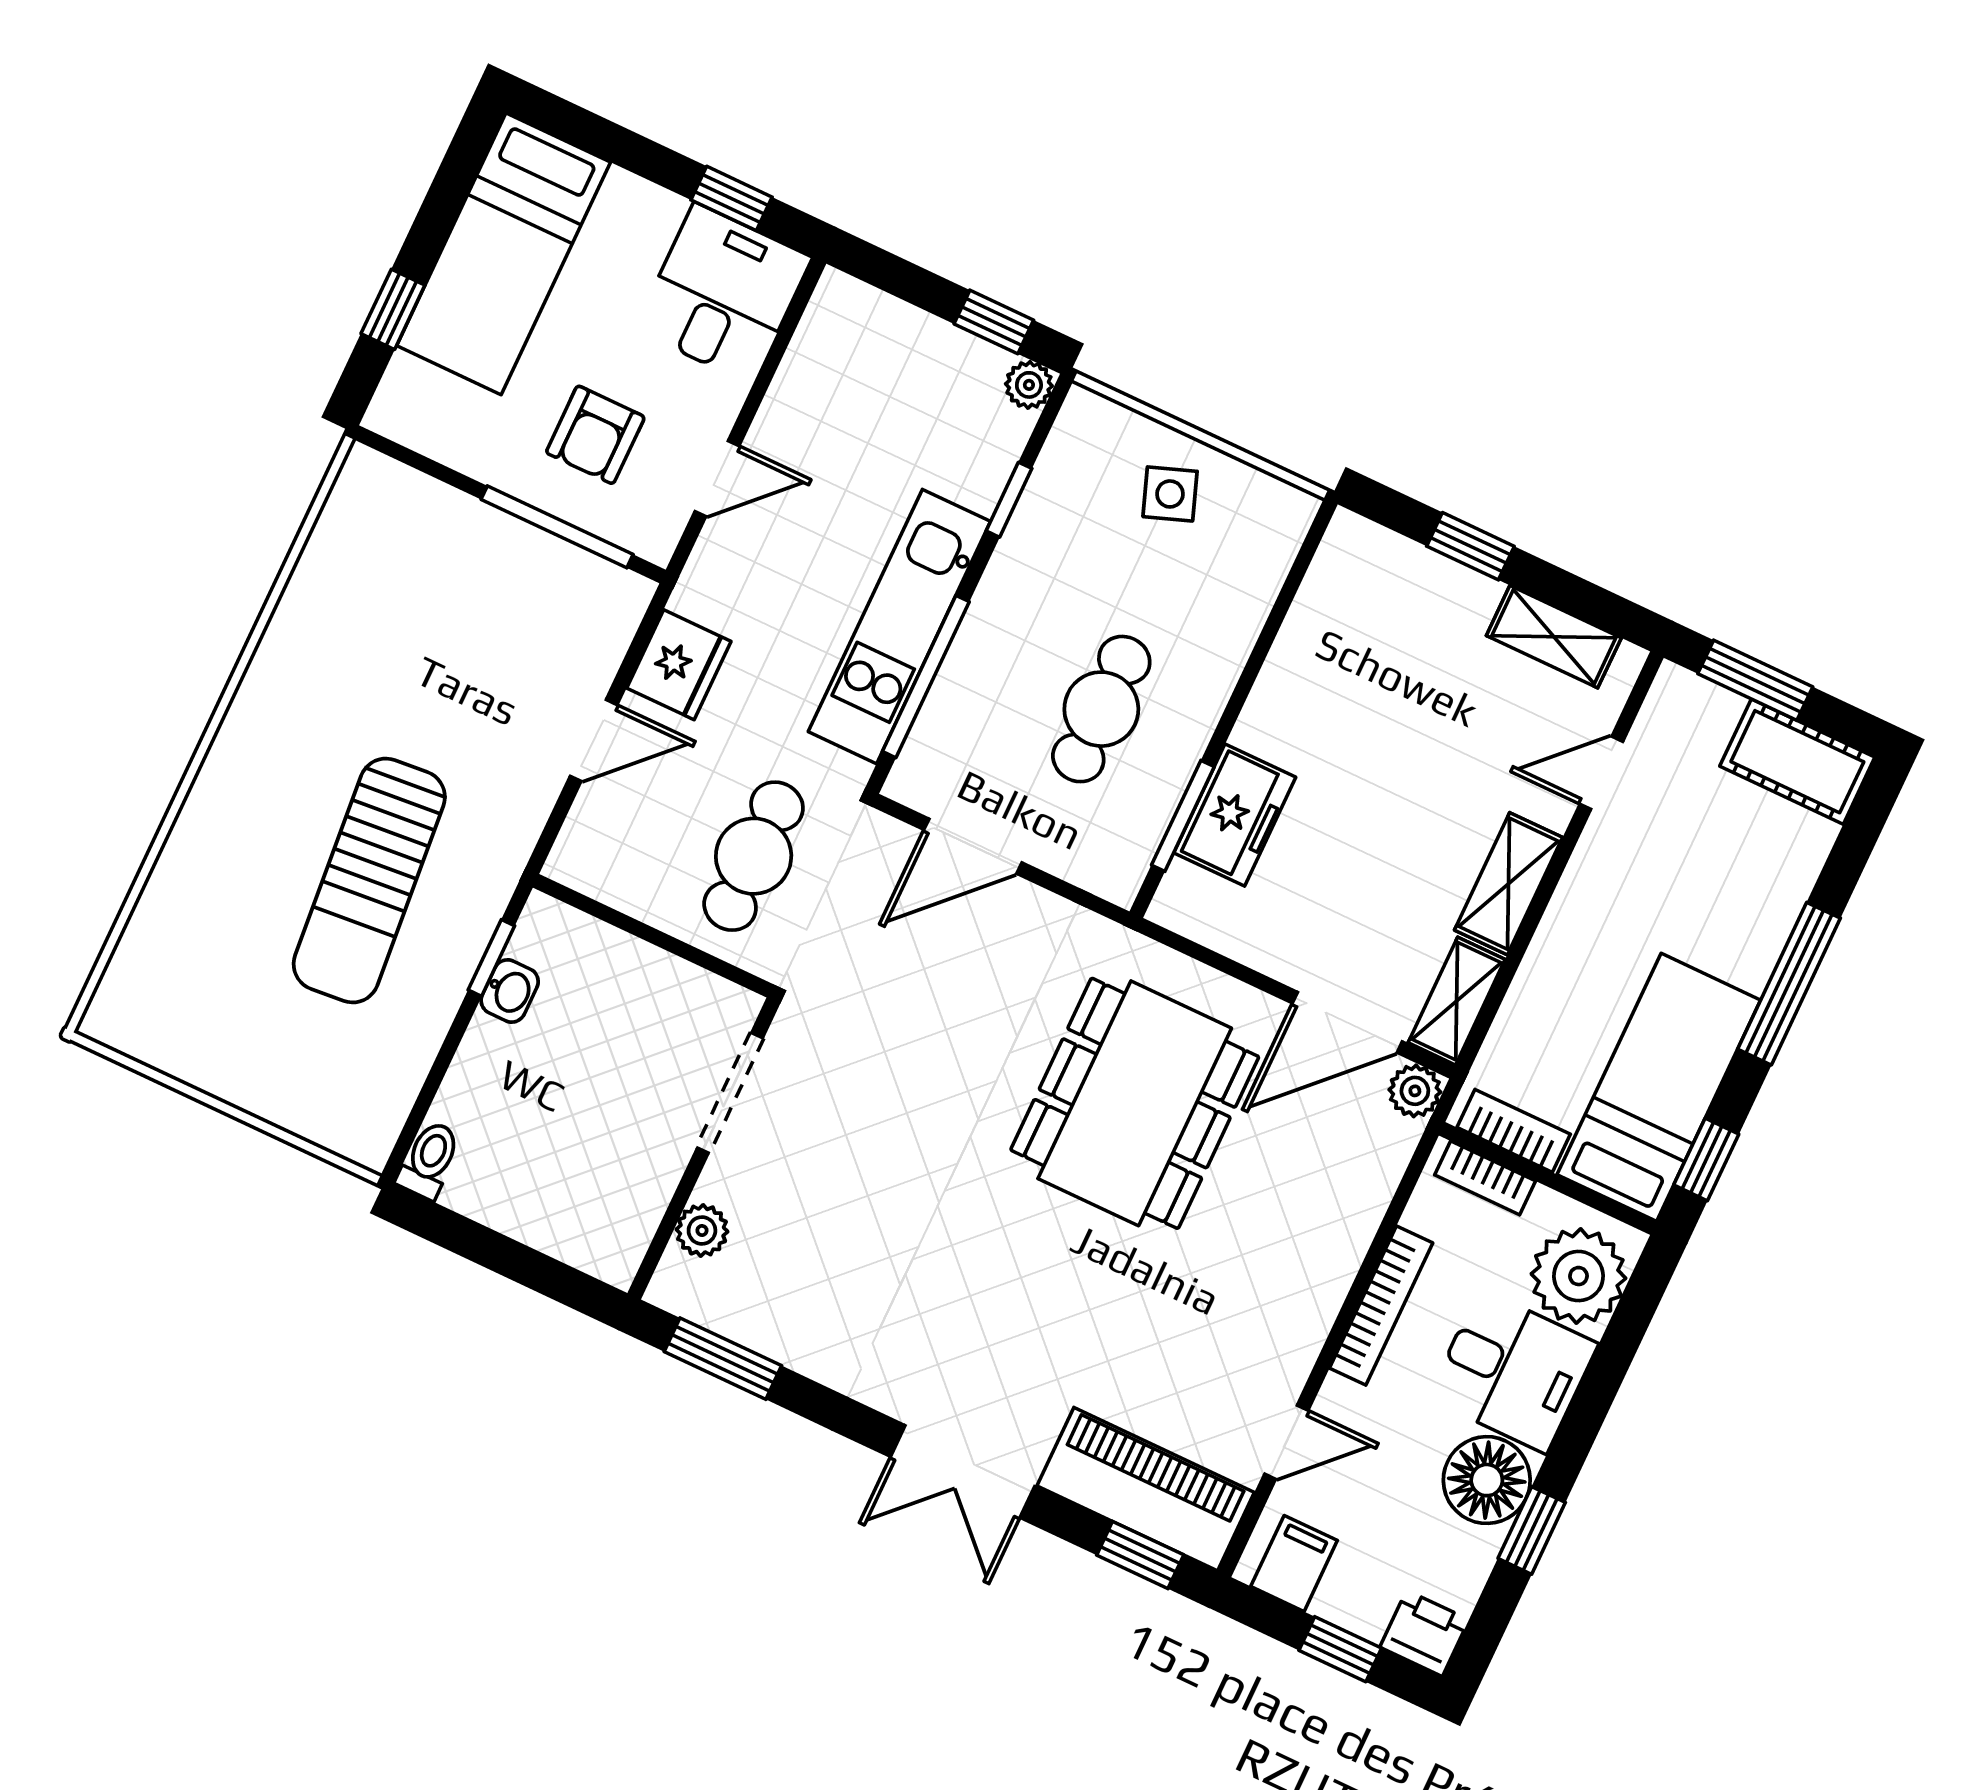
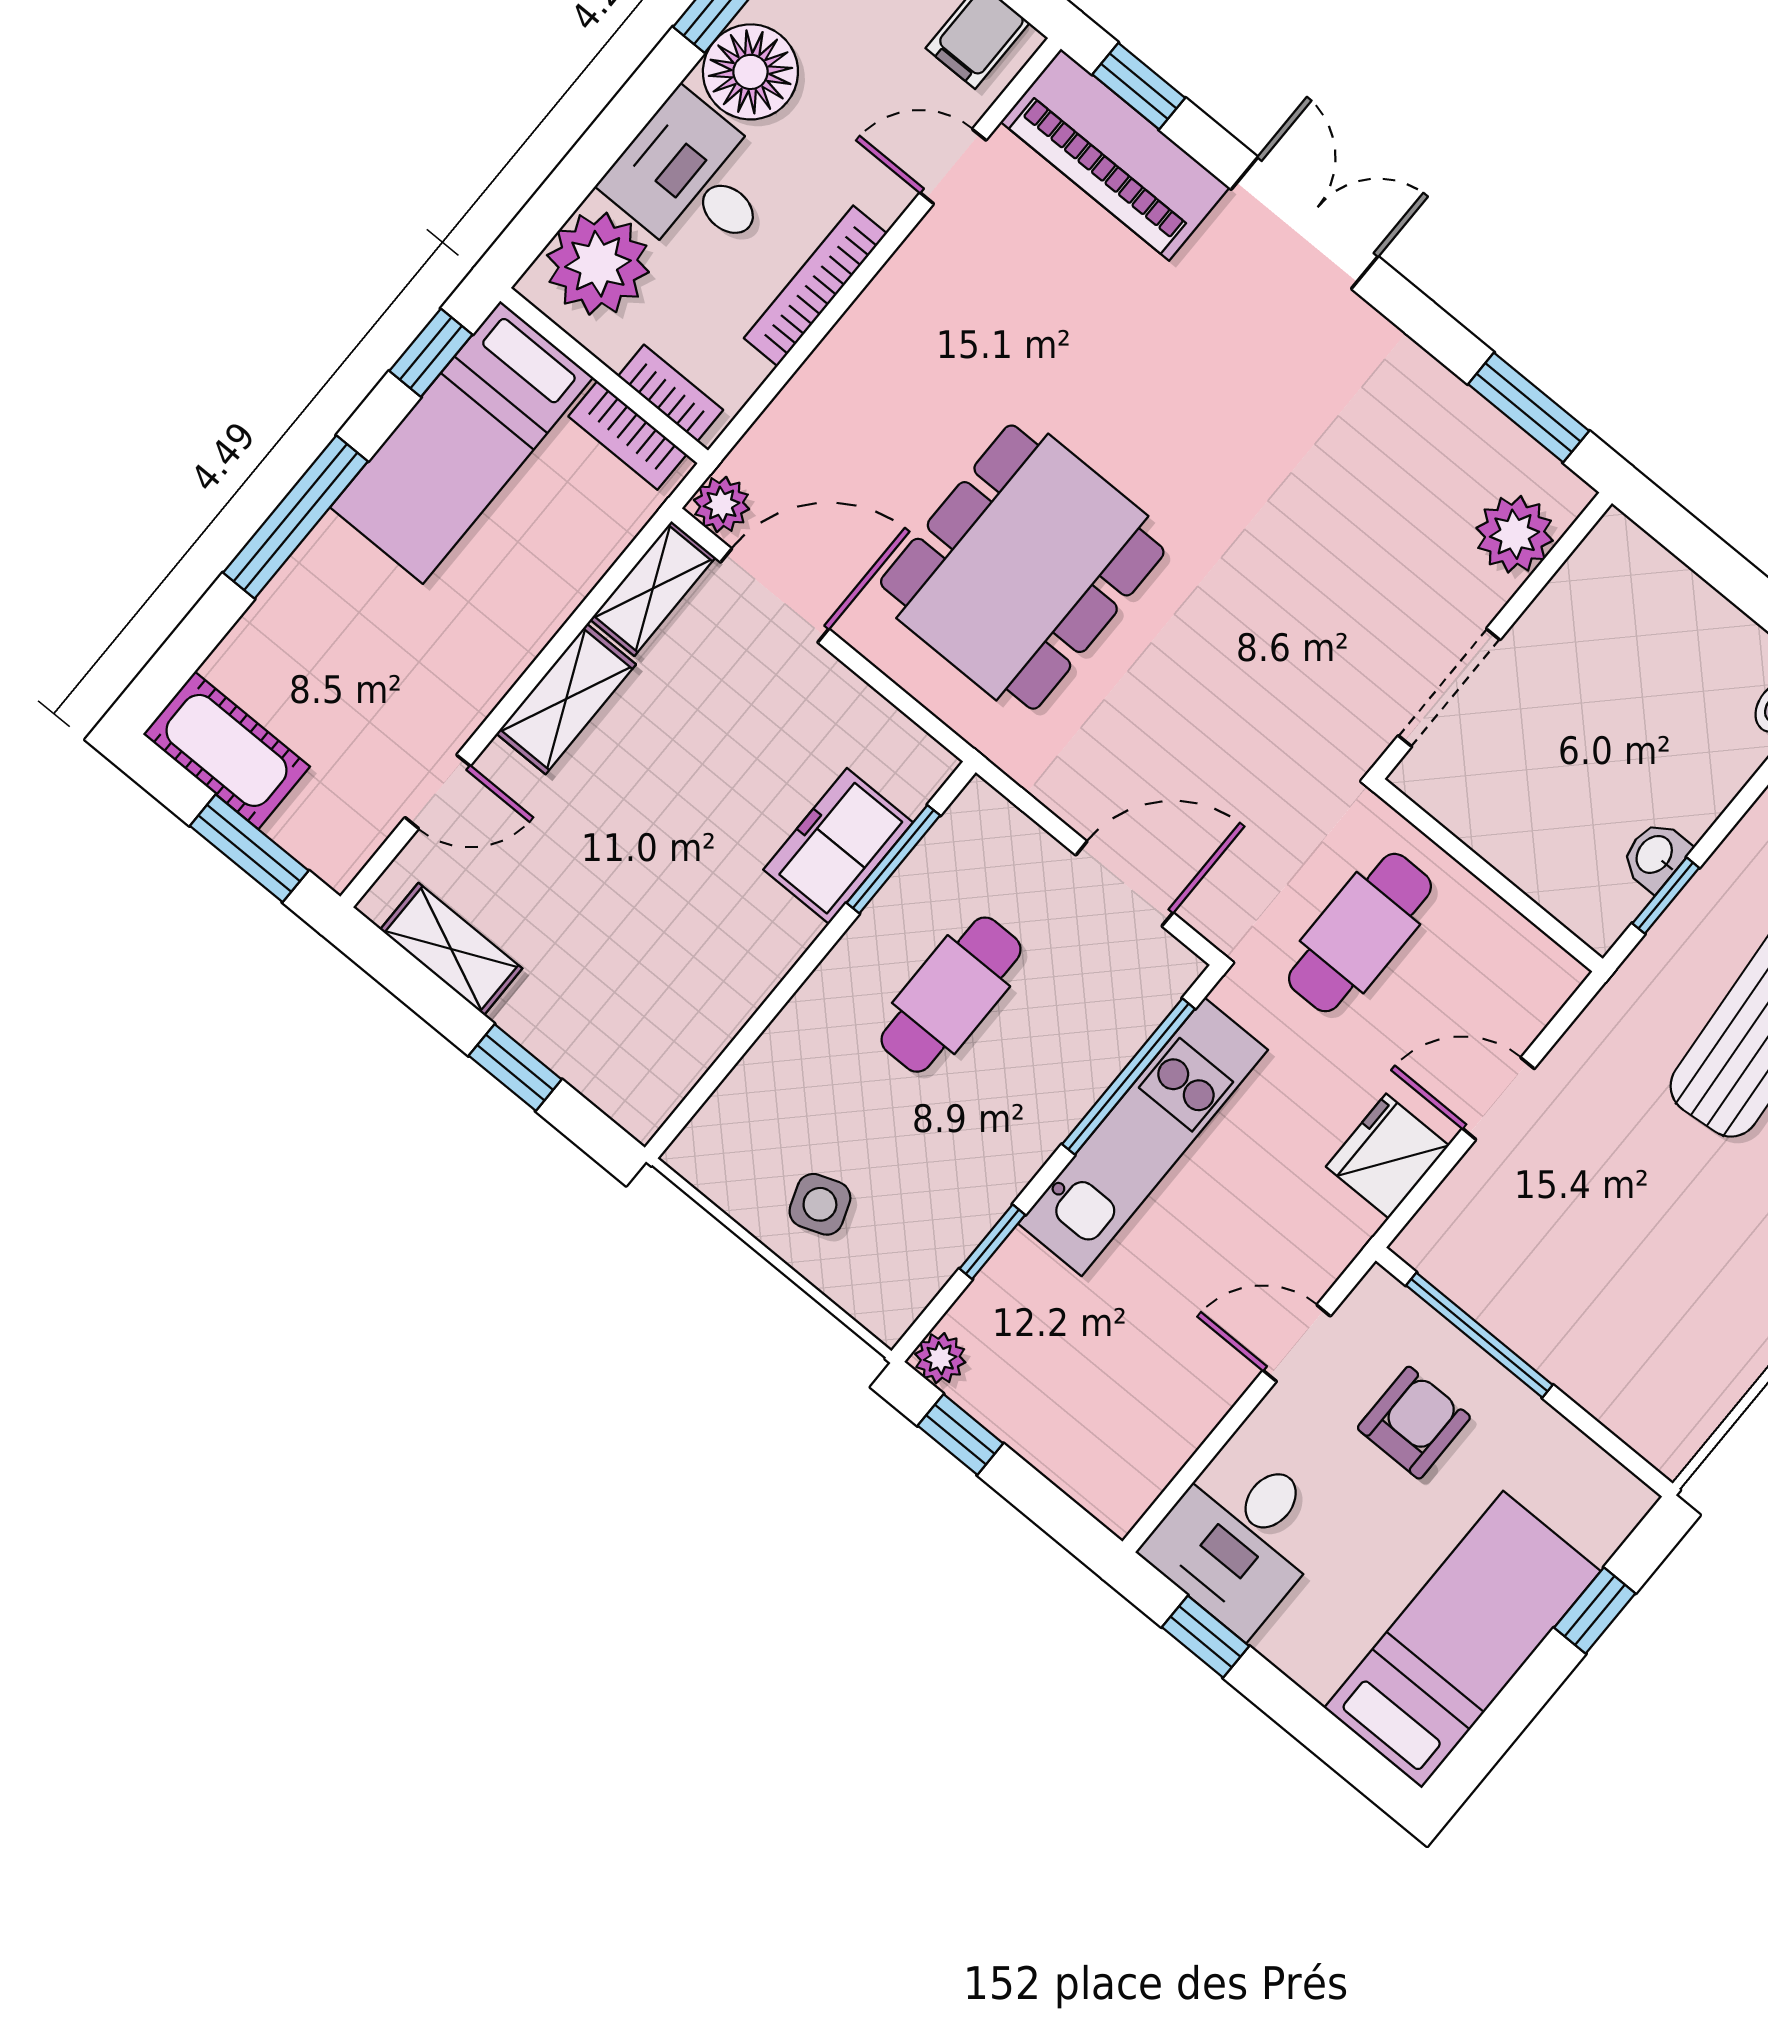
plant: (702, 1230) -> (1515, 534), width x1.38, depth x1.38

